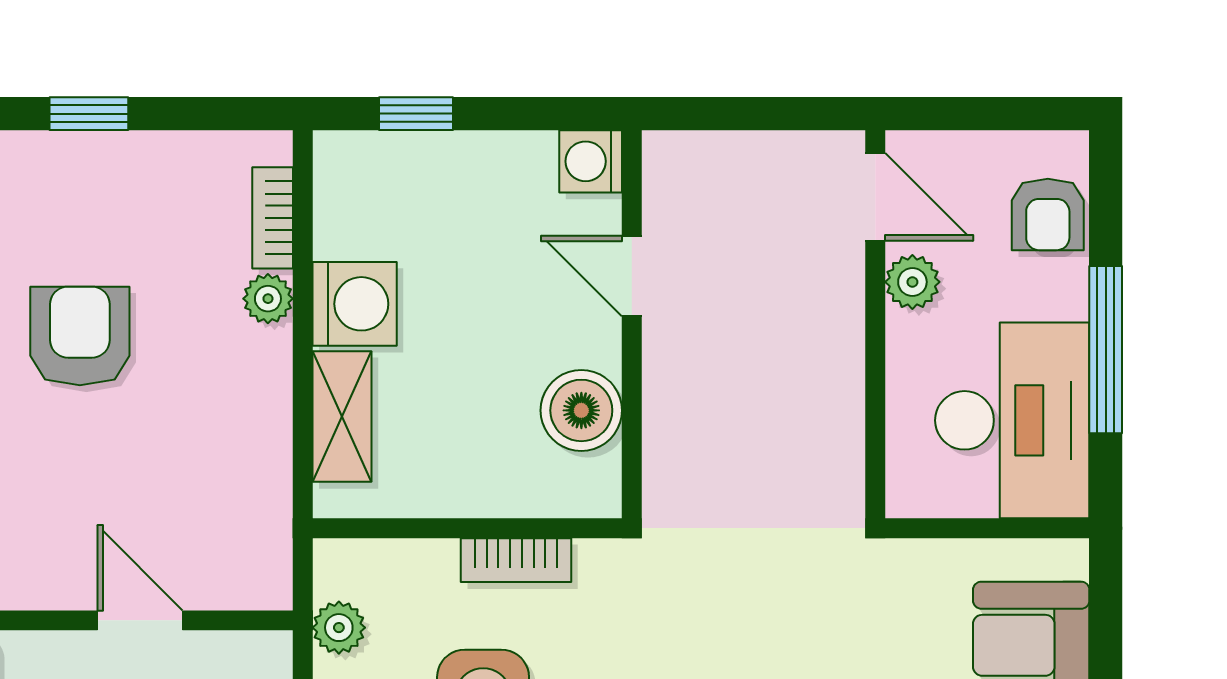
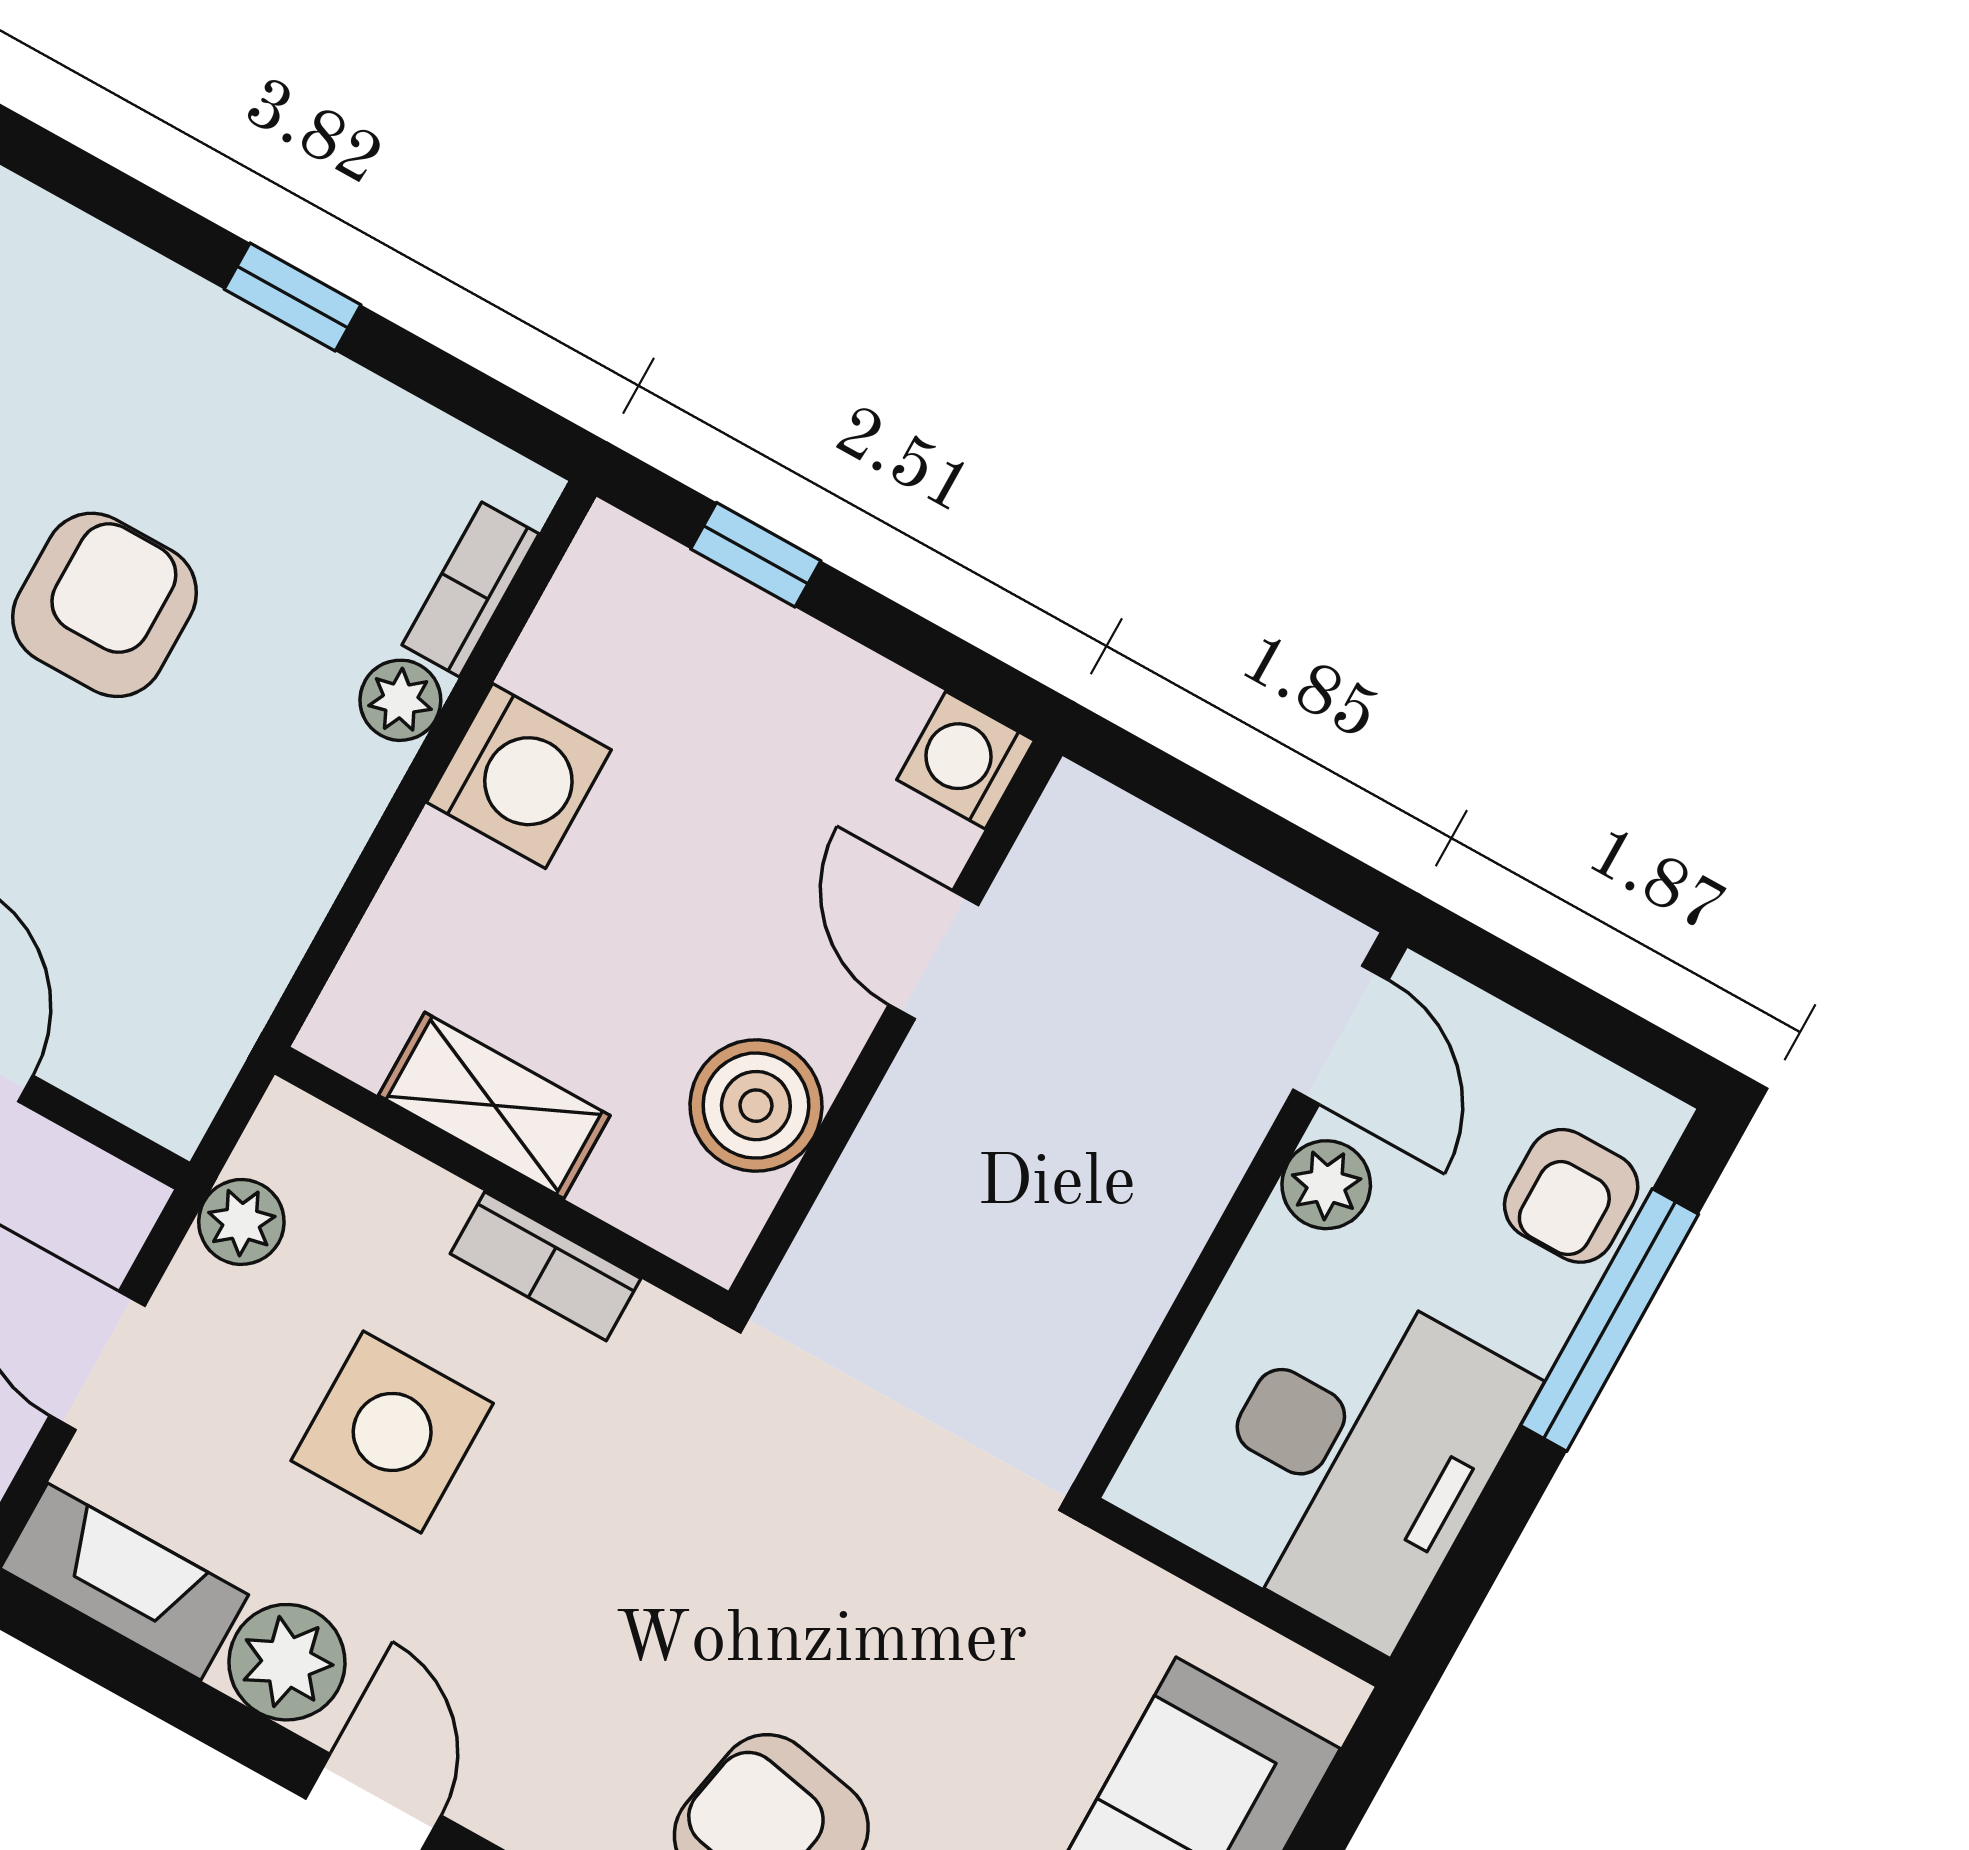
window: (1106, 350) -> (1609, 1320), moved
shelving: (342, 417) -> (494, 1105), moved, turned 90

